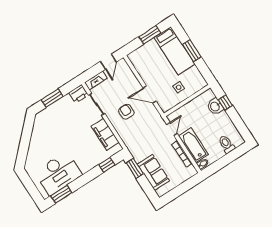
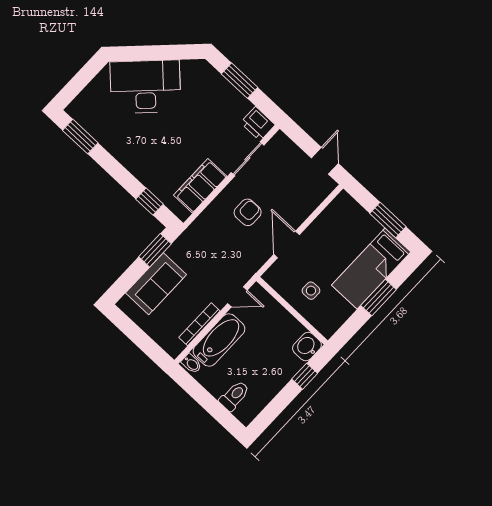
door: (108, 62) -> (325, 161), swing flipped
fireplace: (96, 80) -> (288, 147), removed
washbasin: (215, 106) -> (307, 347), moved
desk: (58, 173) -> (145, 87), moved, turned 135

